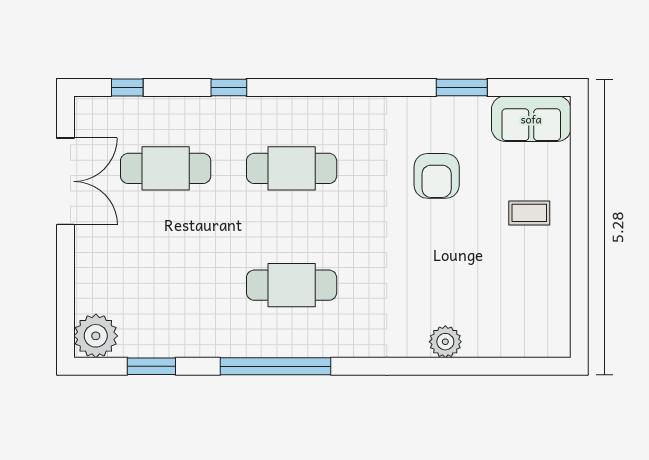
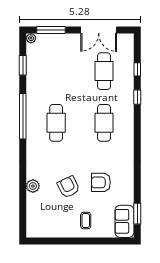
window: (127, 87) -> (137, 69), moved
window: (462, 87) -> (137, 214), moved
armchair: (447, 255) -> (68, 187), added
window: (65, 298) -> (51, 30), added
plant: (96, 336) -> (31, 38), width x0.53, depth x0.53

